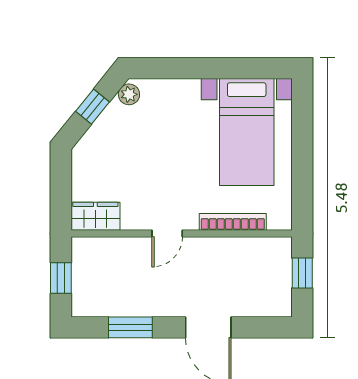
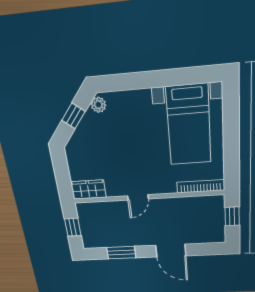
bookcase: (233, 222) -> (201, 186), moved

